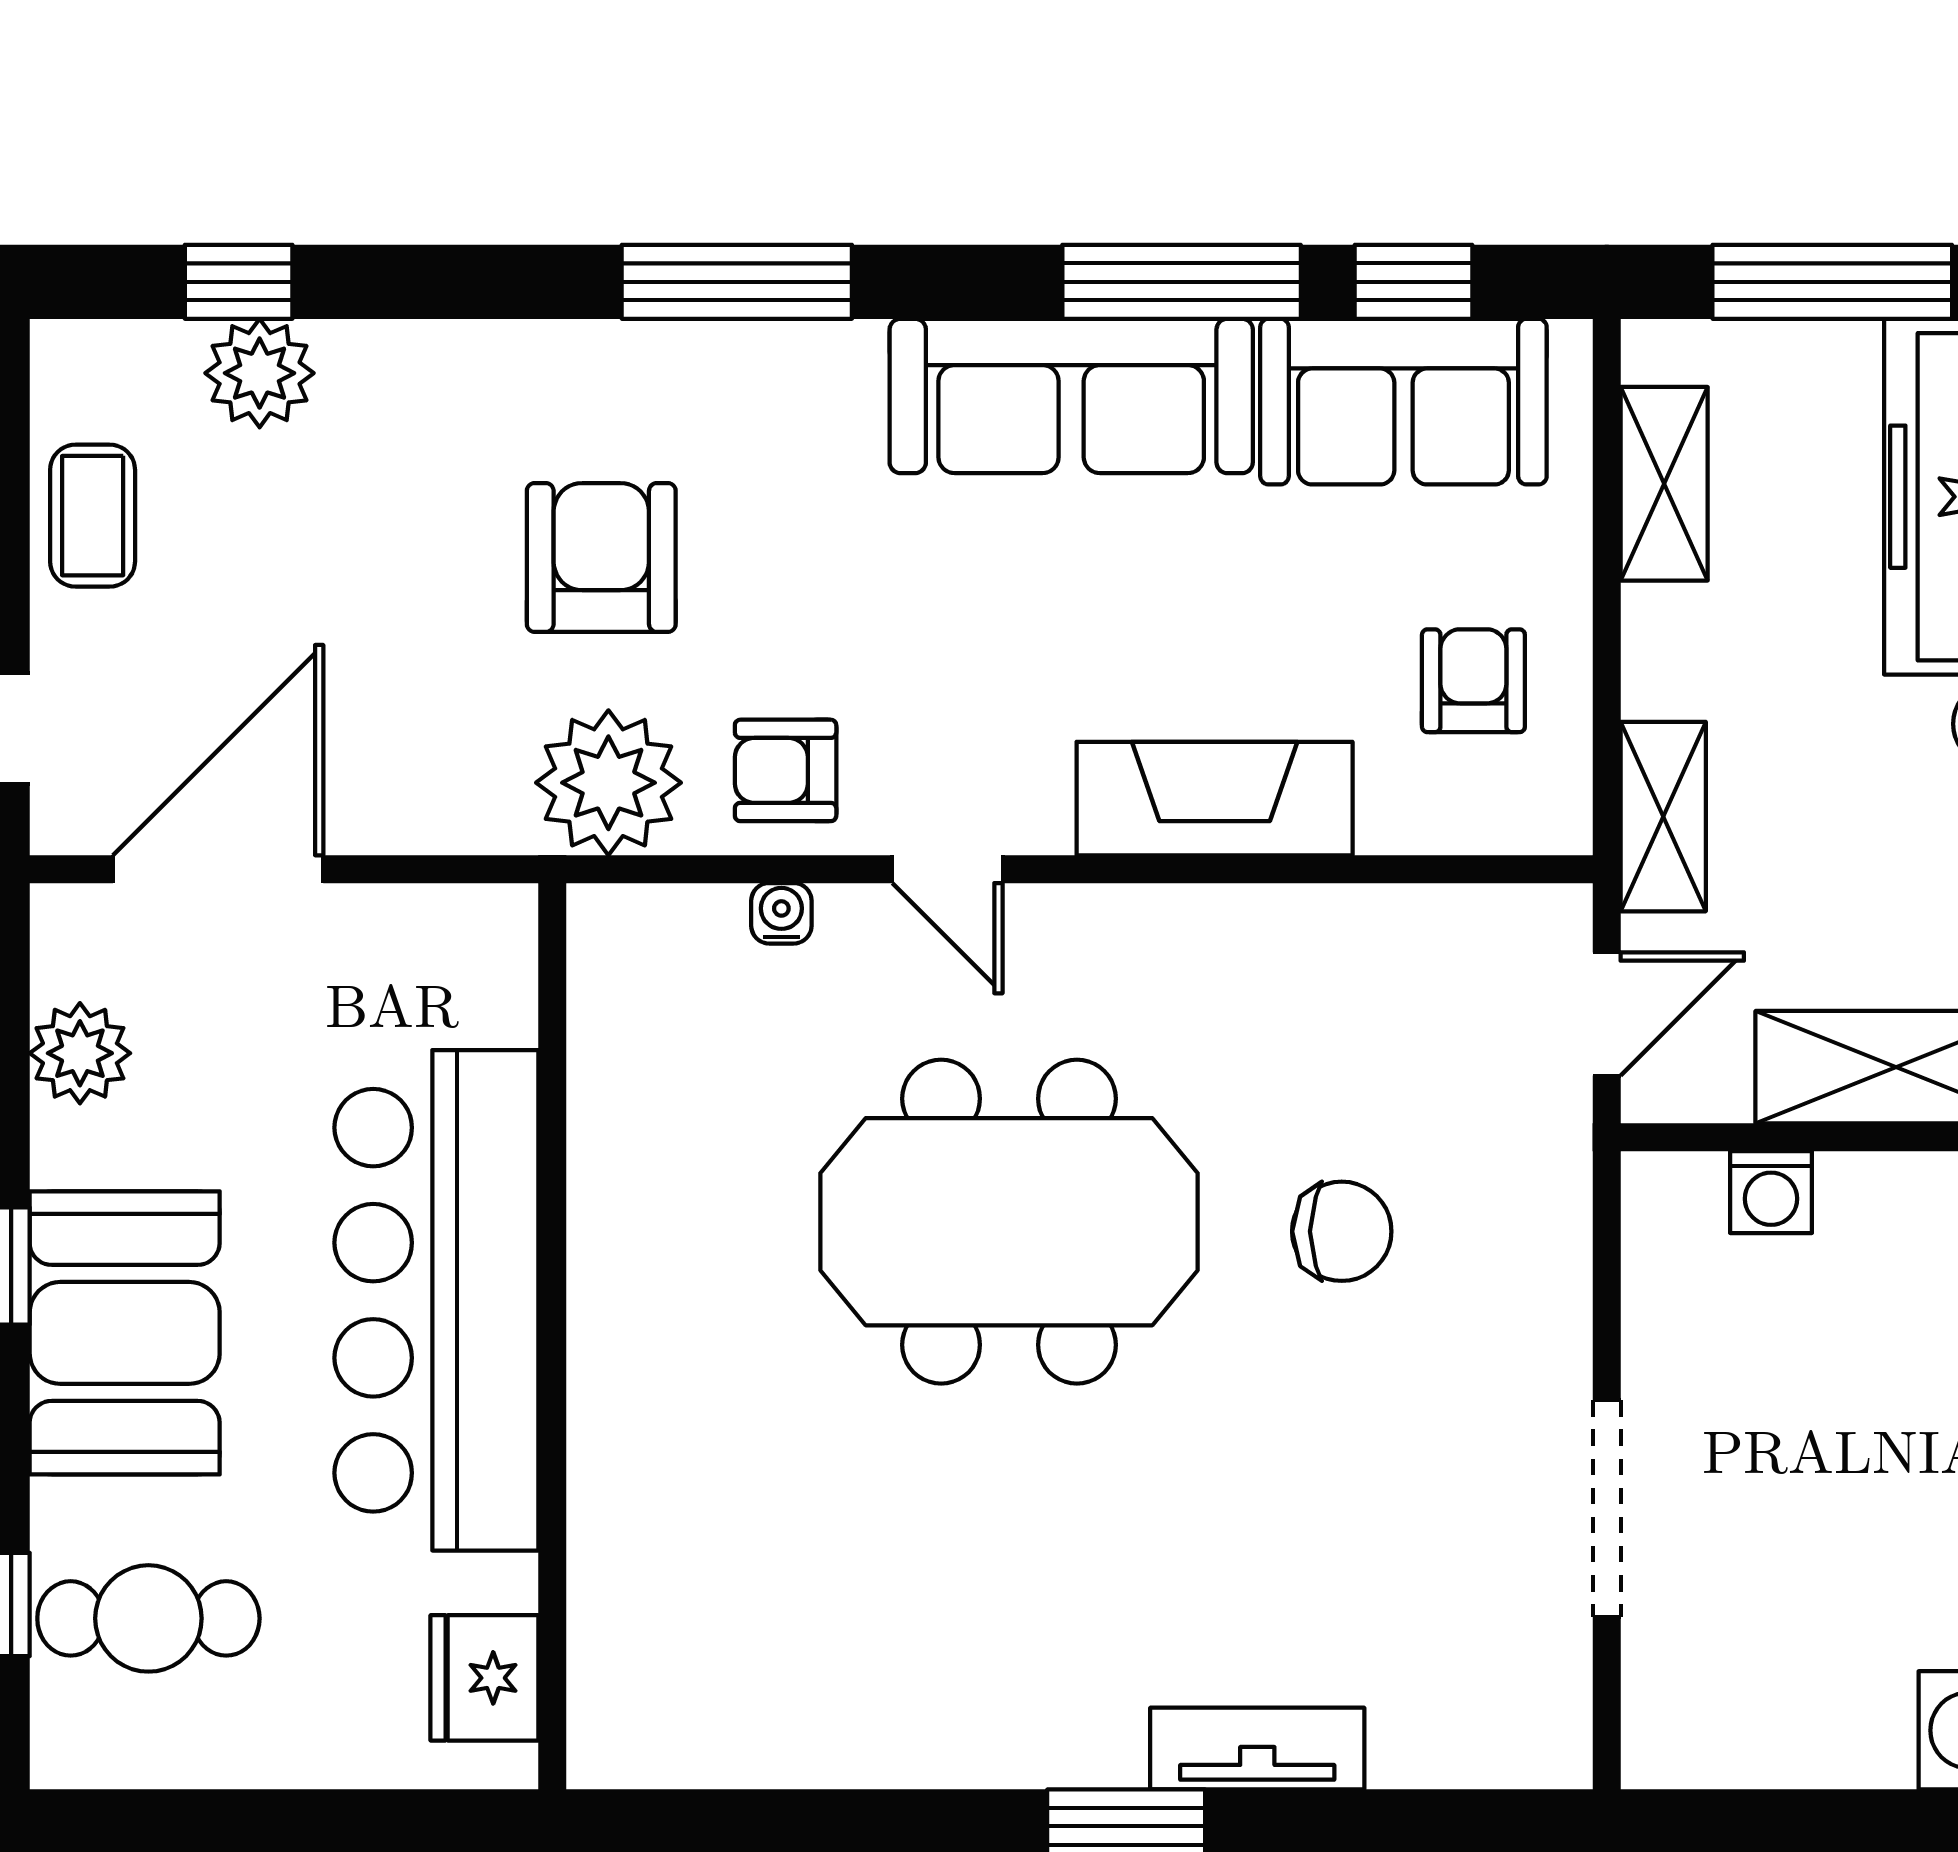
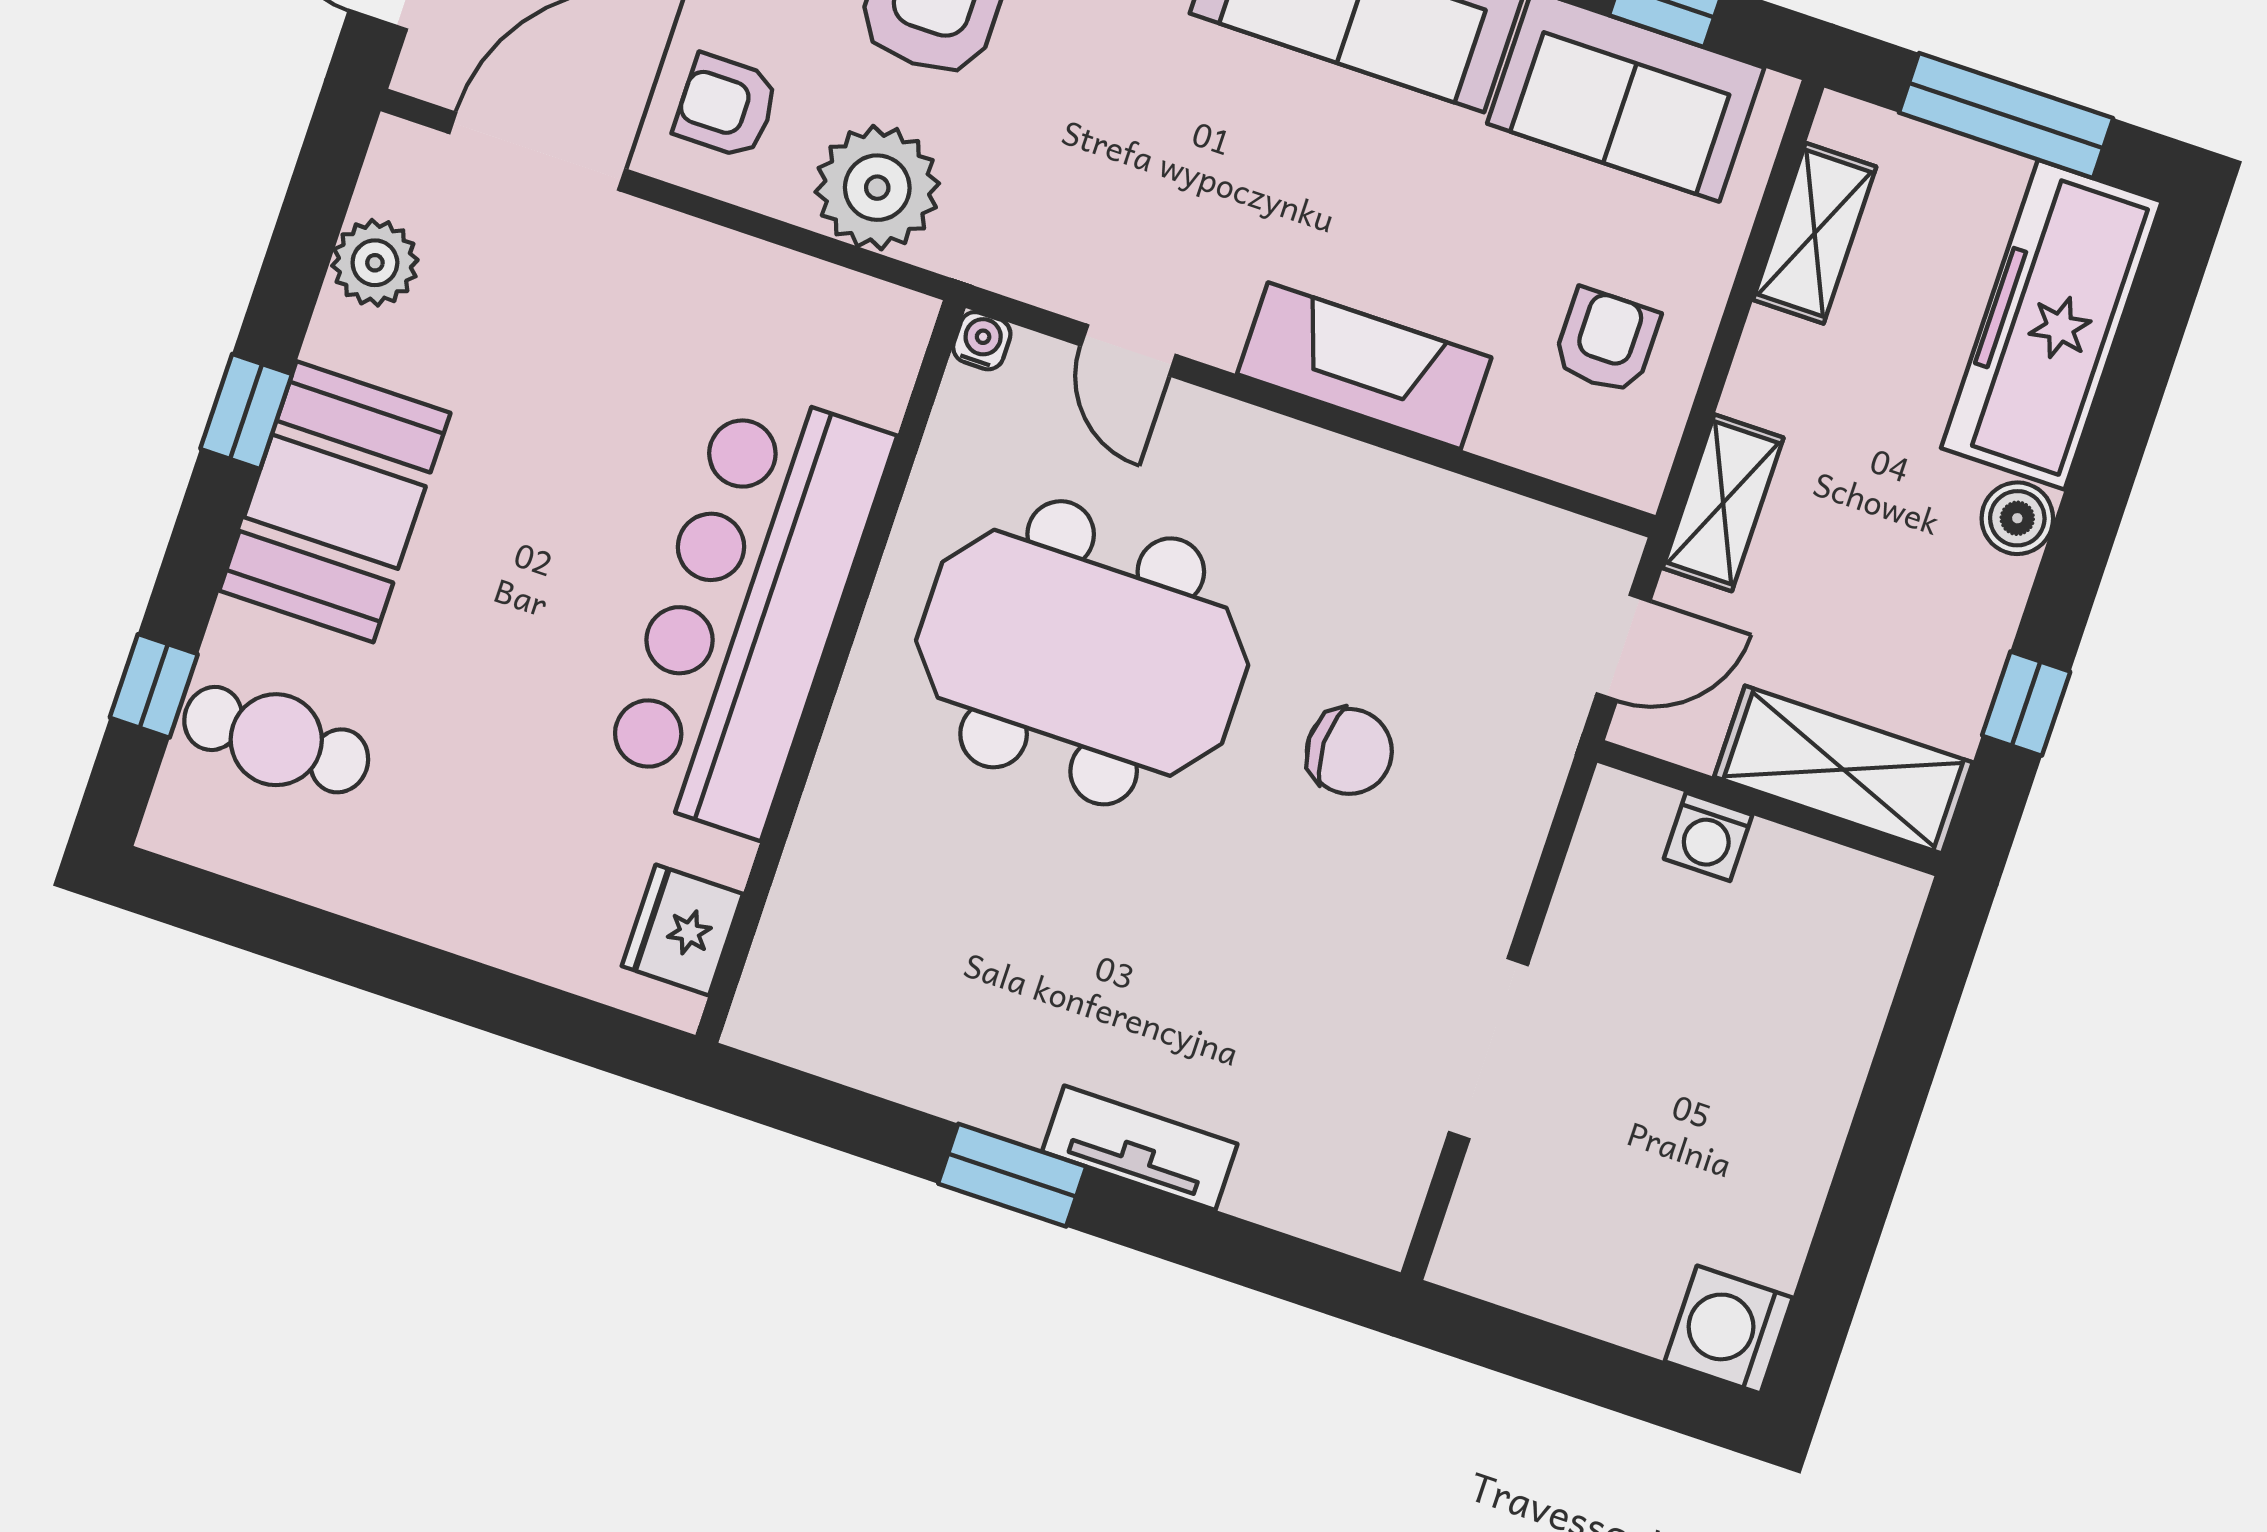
armchair: (786, 770) -> (726, 106), moved
bar counter: (436, 1300) -> (747, 611), moved
wall: (552, 1336) -> (831, 672), moved
fridge: (484, 1678) -> (682, 930), moved

